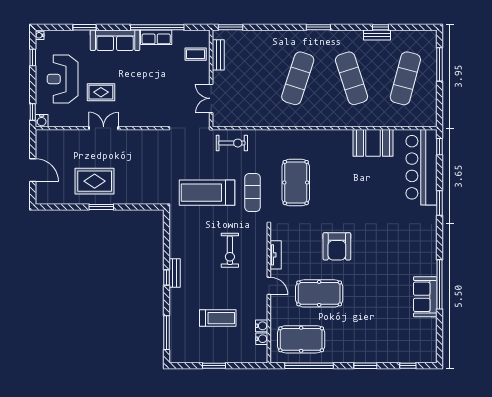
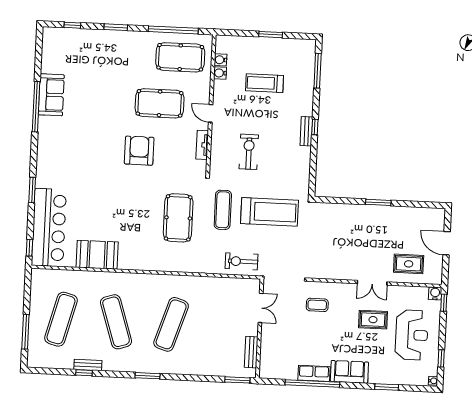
sofa: (115, 40) -> (349, 372), width x0.73
coffee table: (196, 54) -> (317, 305), moved
rug: (95, 181) -> (409, 264), moved, width x0.73, depth x0.70

